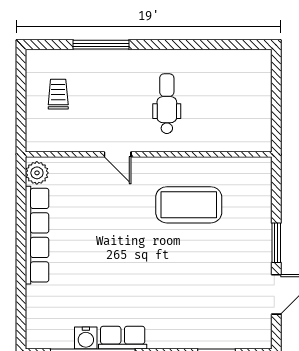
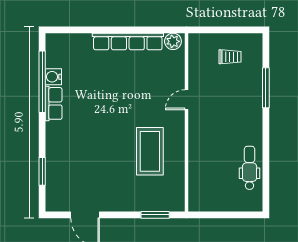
dental chair: (167, 104) -> (250, 168), moved, turned -90
window: (276, 243) -> (155, 215), moved

